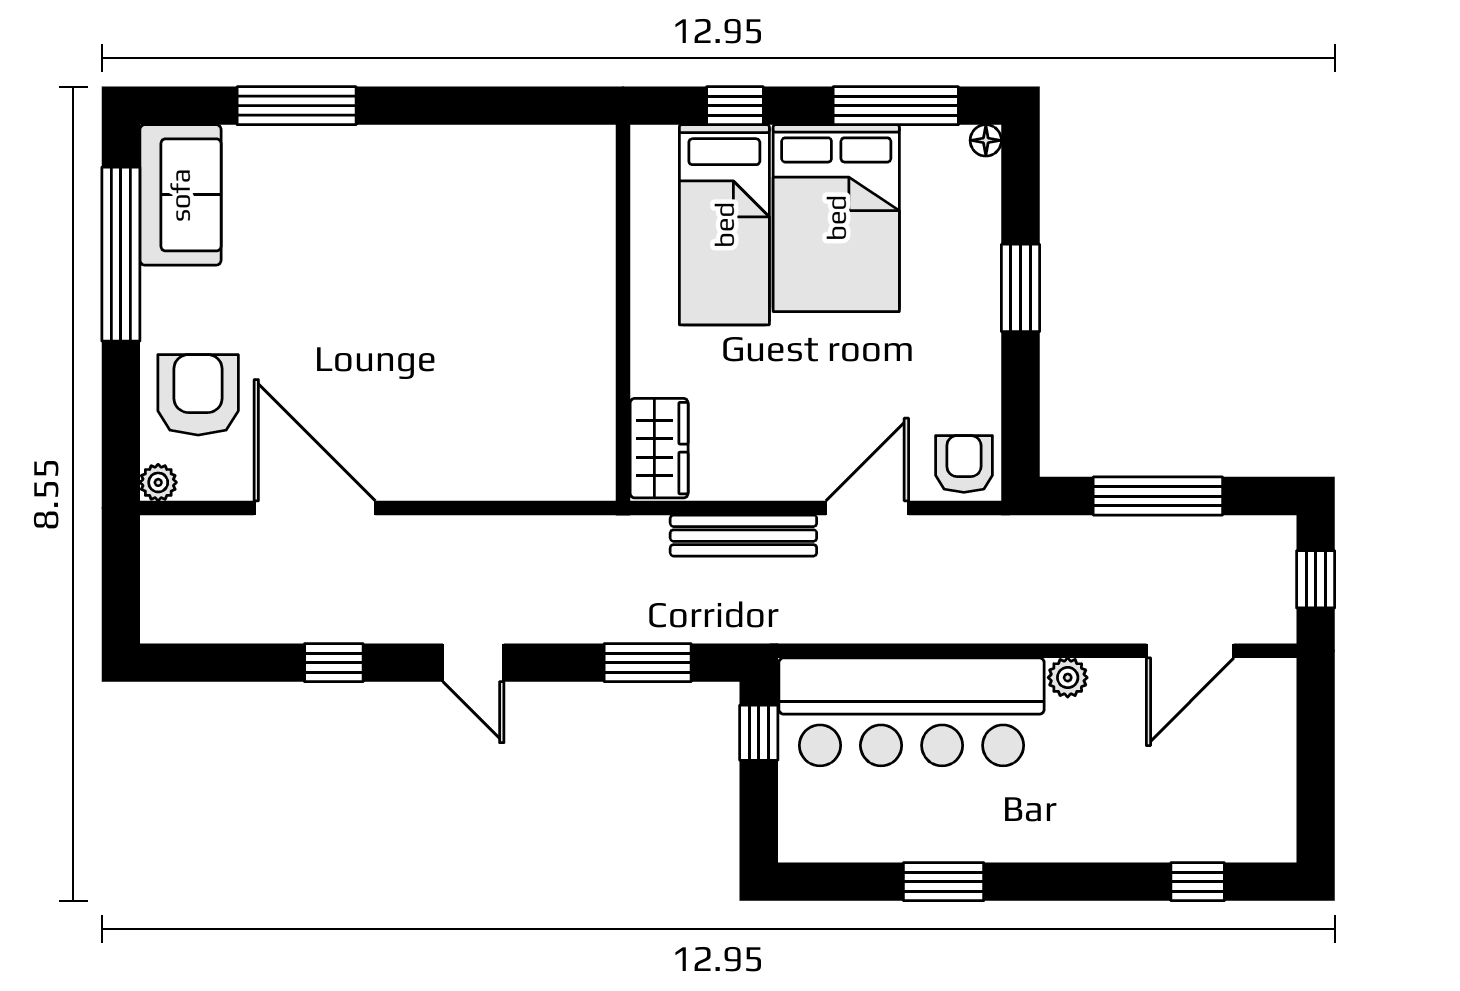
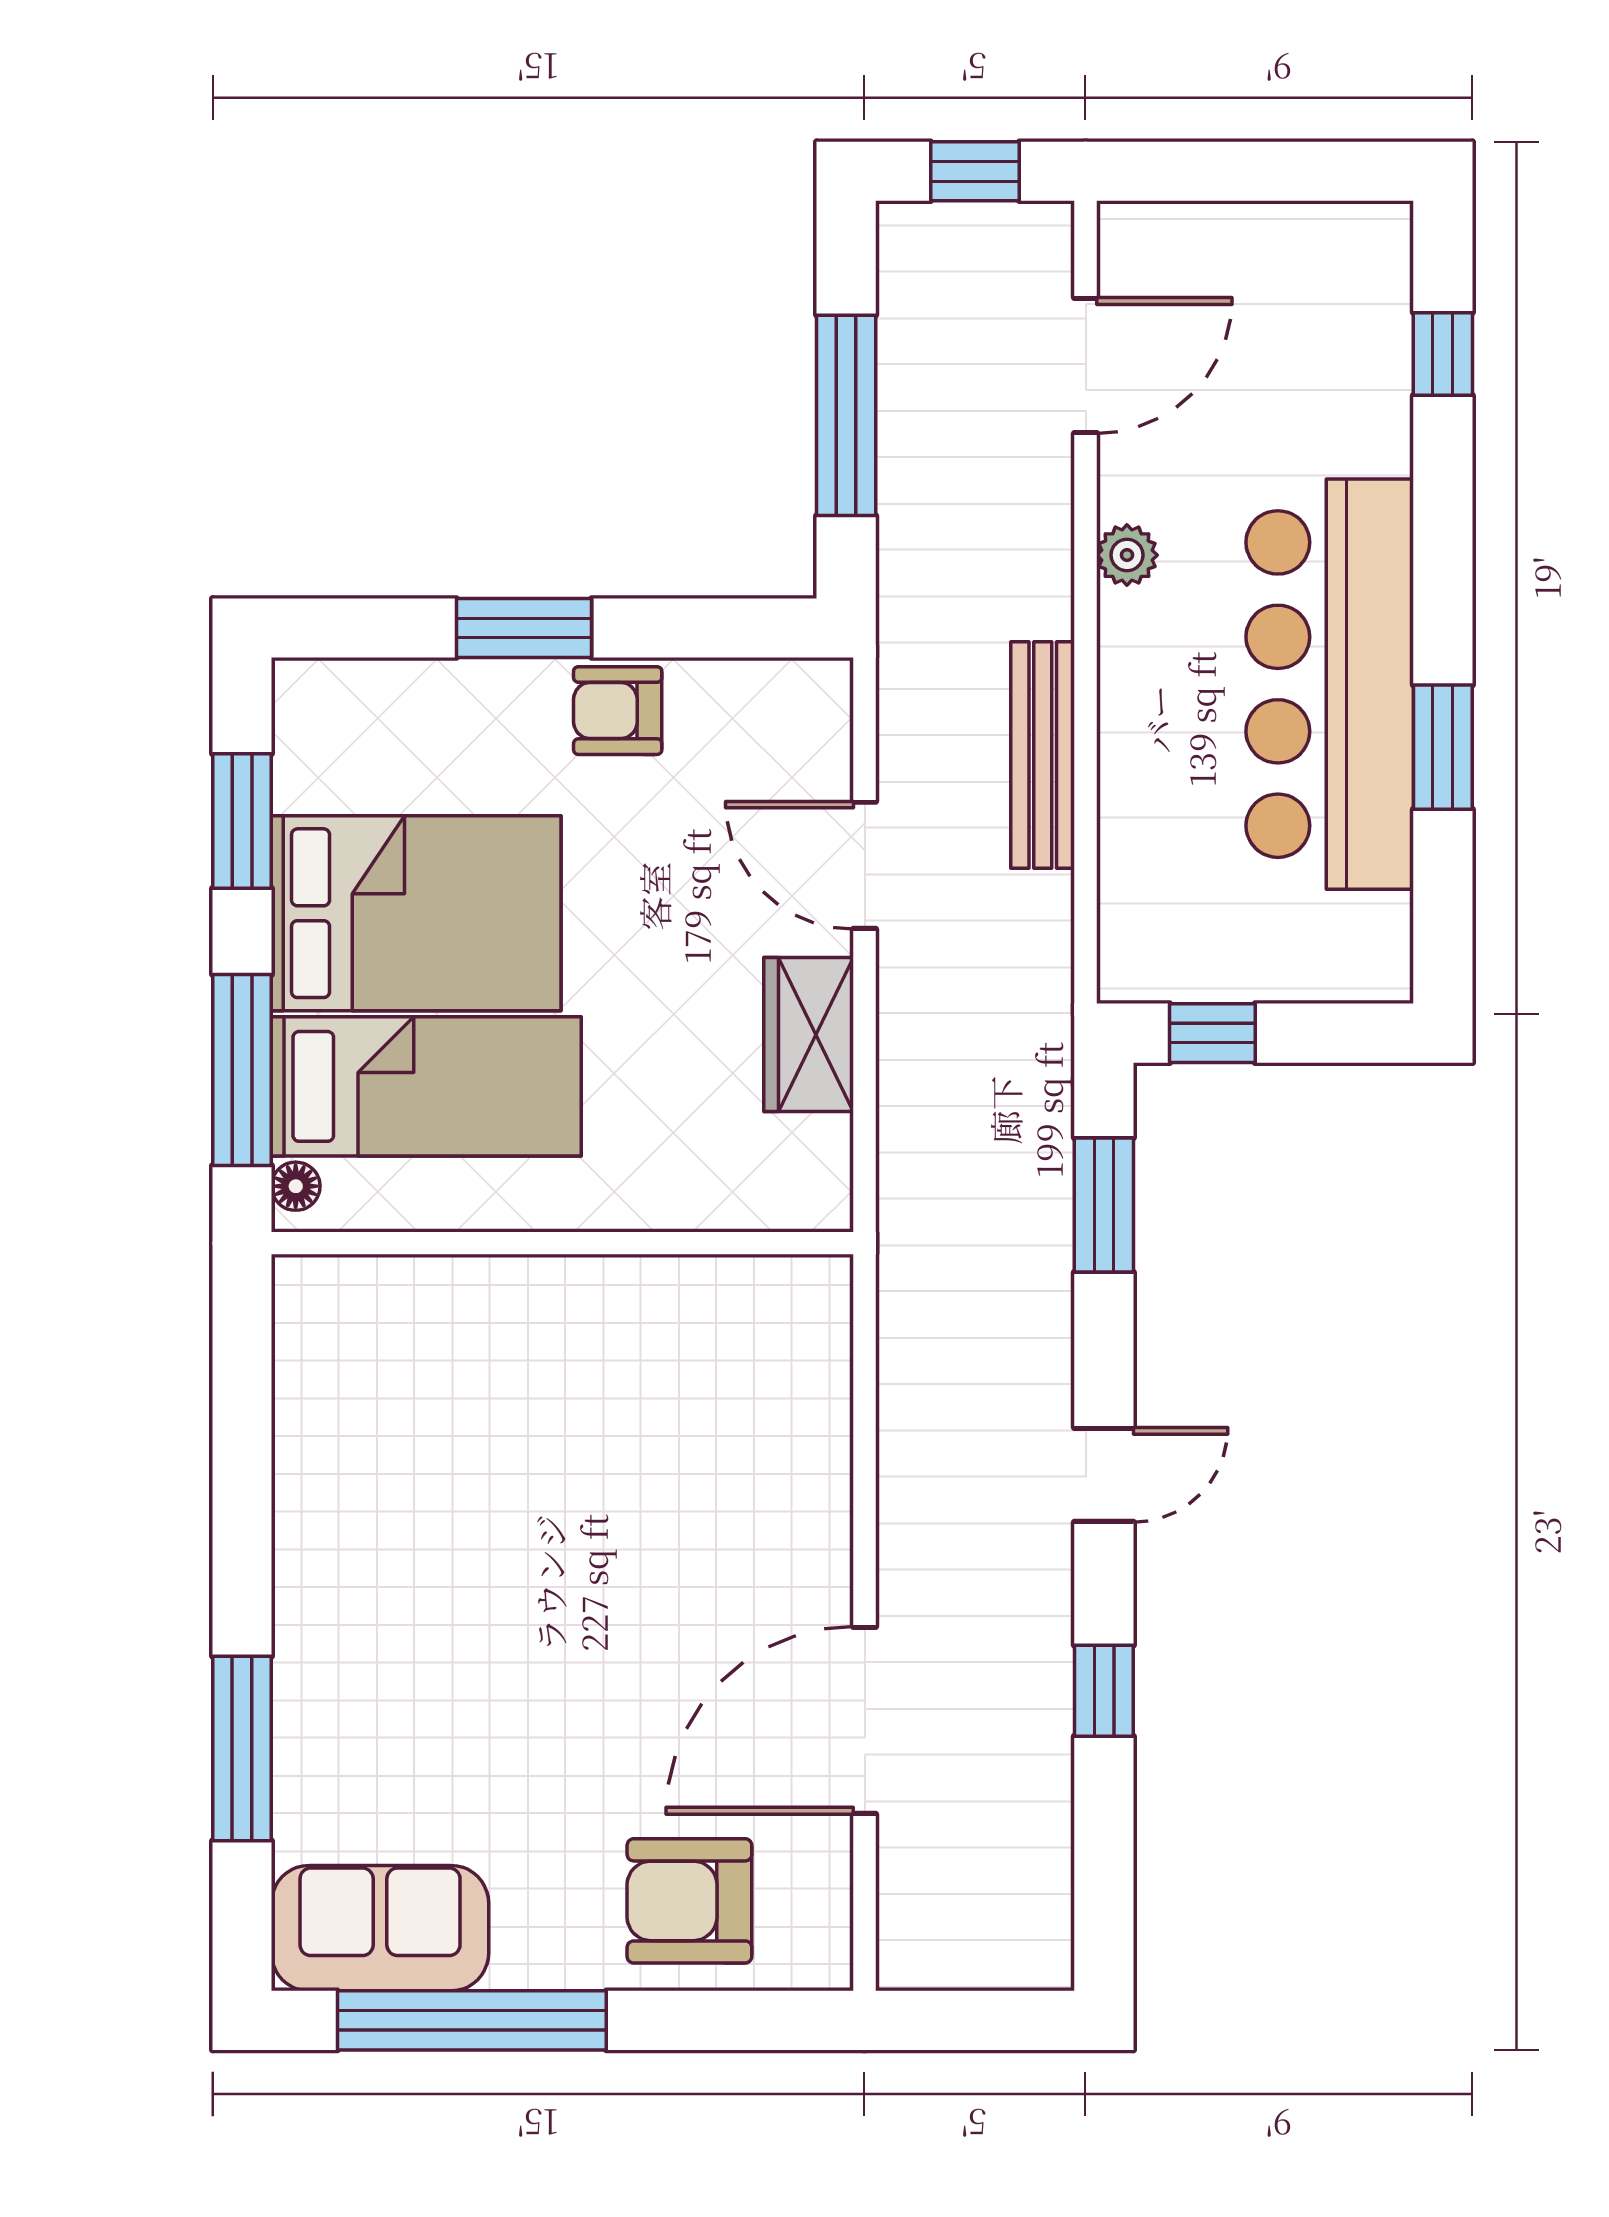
window: (735, 106) -> (242, 1070), width x2.17
window: (896, 106) -> (242, 821), width x0.69
floor lamp: (986, 140) -> (296, 1186), moved
wardrobe: (659, 448) -> (809, 1034), moved, turned -90
armchair: (964, 464) -> (618, 711), moved
plant: (158, 482) -> (825, 1963), removed
bench: (743, 536) -> (1043, 755), moved
door: (1190, 651) -> (1086, 365), hinge flipped
bar counter: (912, 712) -> (1330, 684), moved, turned 180

